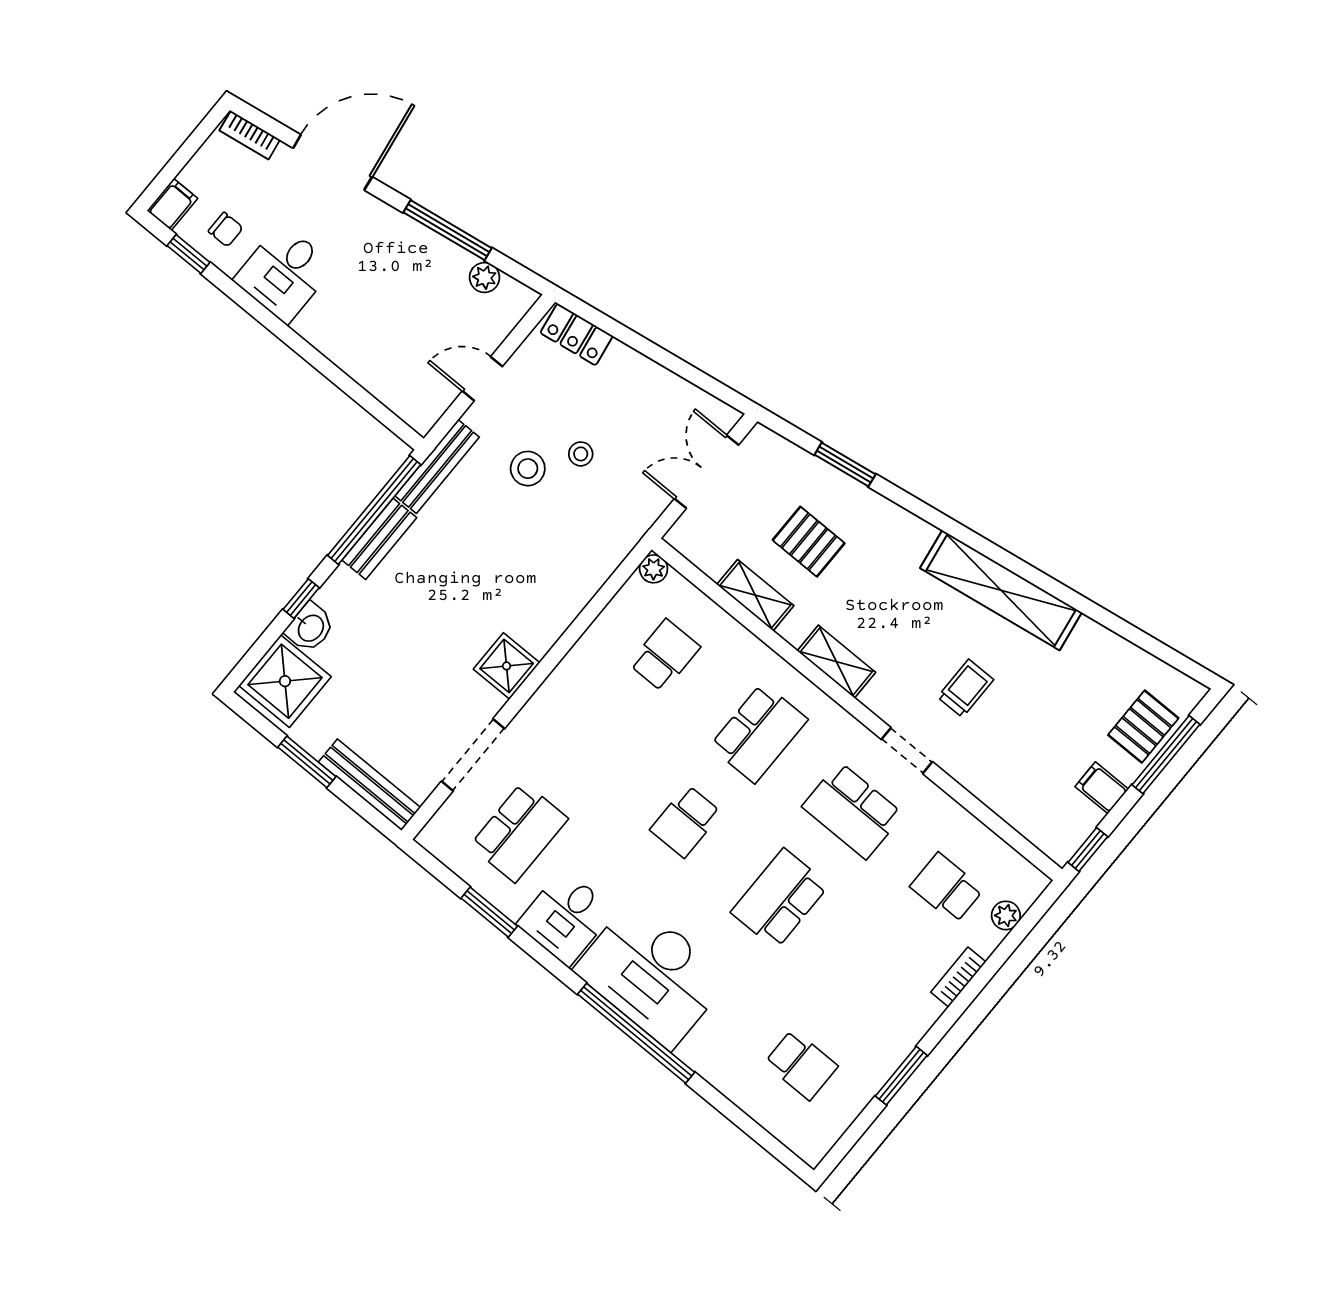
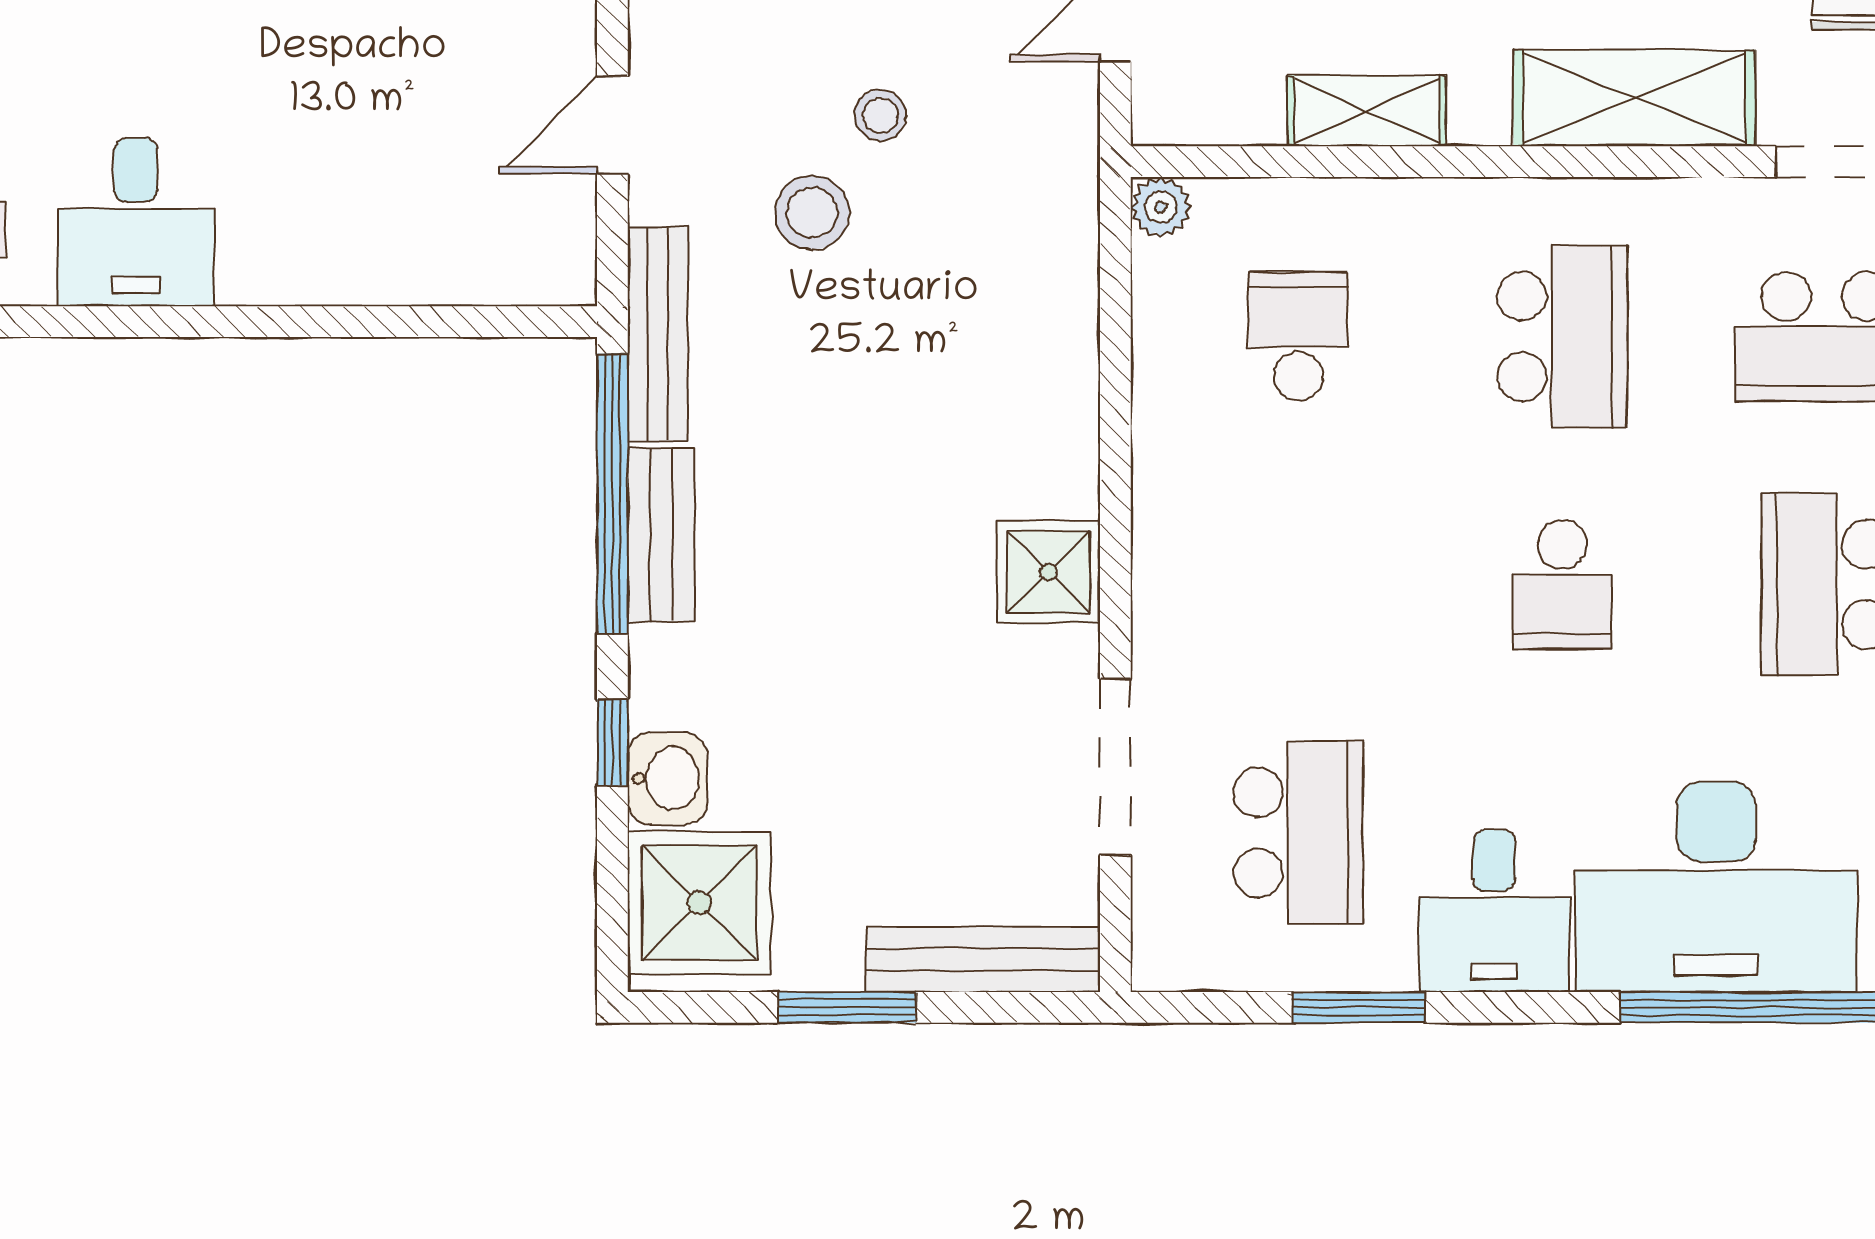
shelving: (836, 662) -> (1634, 98), width x1.50, depth x1.33

